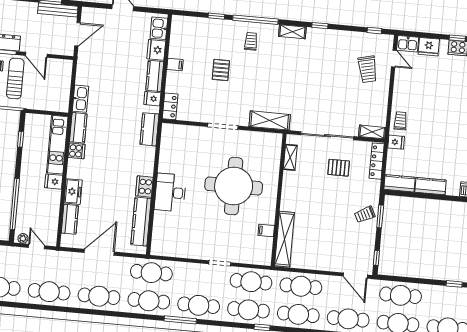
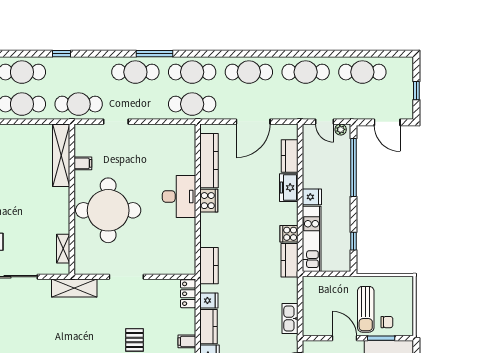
kitchen sink: (81, 99) -> (290, 318), moved
shelving: (290, 157) -> (63, 249), moved
wall: (279, 200) -> (72, 199), moved
filing cabinet: (266, 231) -> (83, 163), moved
shelving: (285, 239) -> (61, 156), moved
cafe table: (248, 310) -> (79, 72), removed

